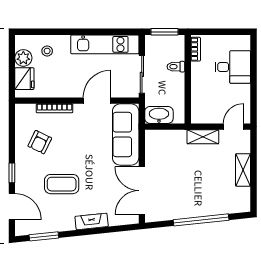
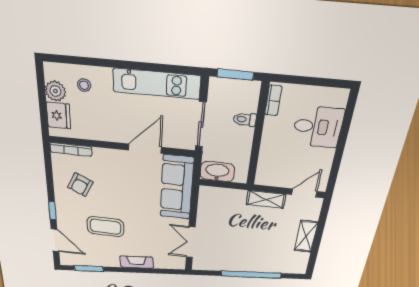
bookcase: (55, 108) -> (71, 149), moved
double door: (142, 191) -> (191, 242), width x0.73

